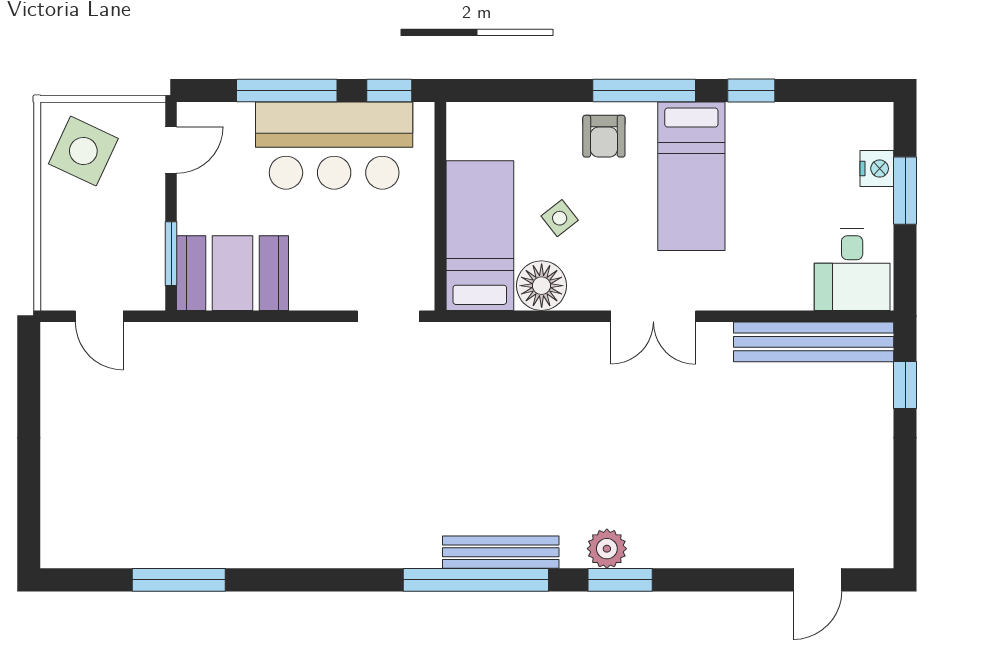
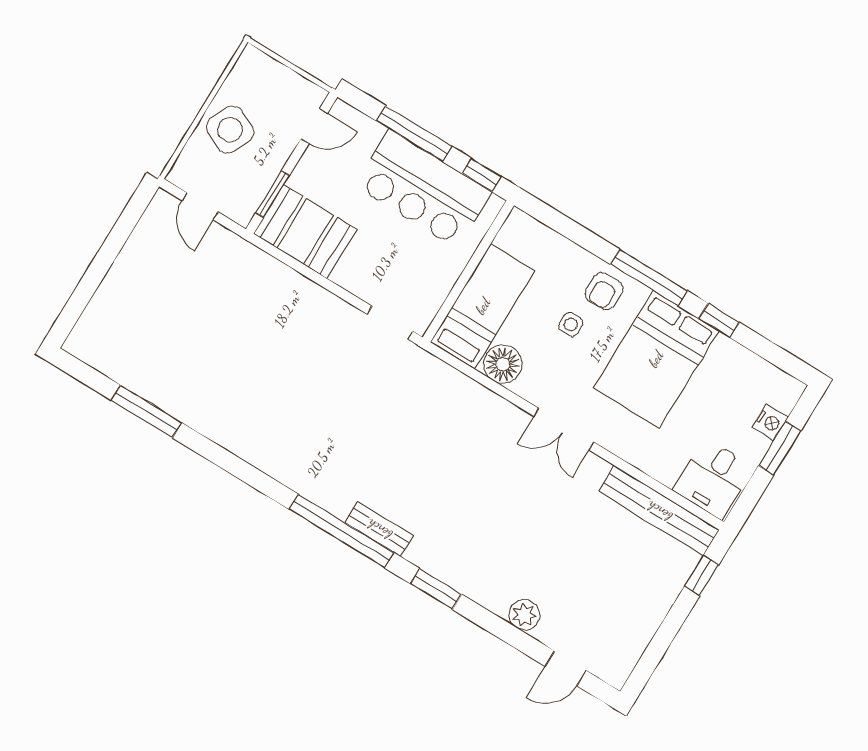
side table: (83, 151) -> (230, 130), moved
bed: (691, 176) -> (656, 359), width x1.50
side table: (560, 218) -> (571, 324), moved, turned 38
plant: (607, 549) -> (524, 615), moved
bench: (501, 552) -> (379, 529), width x0.73

